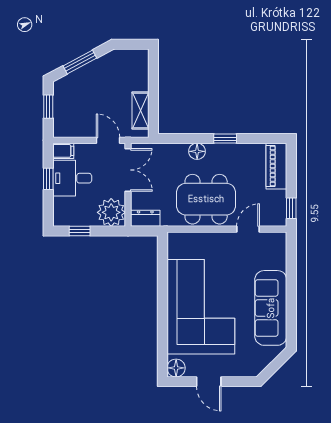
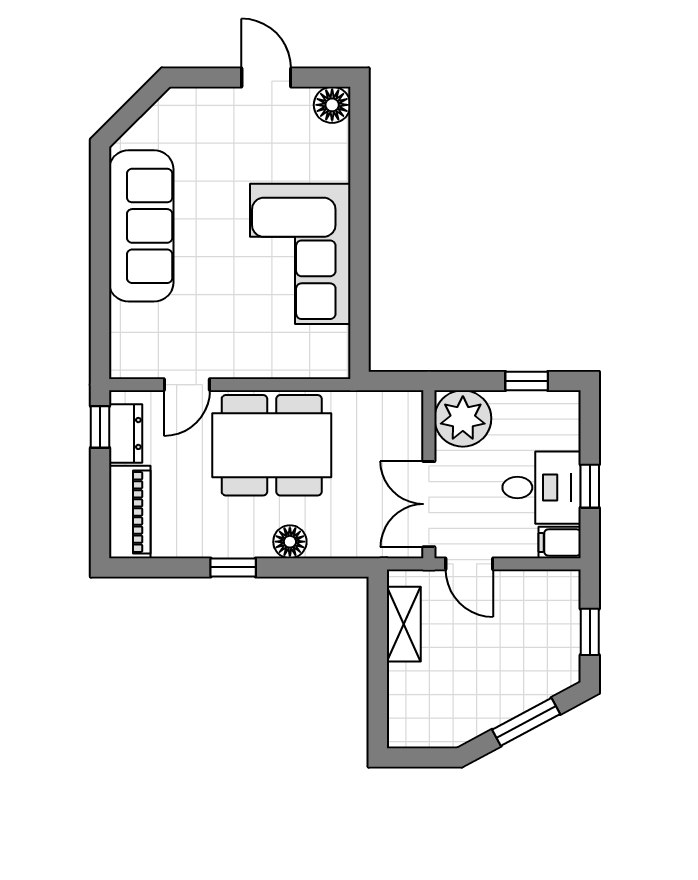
dresser: (145, 218) -> (126, 433), moved, turned -90
corner sofa: (201, 307) -> (300, 254), width x0.73, depth x0.74

